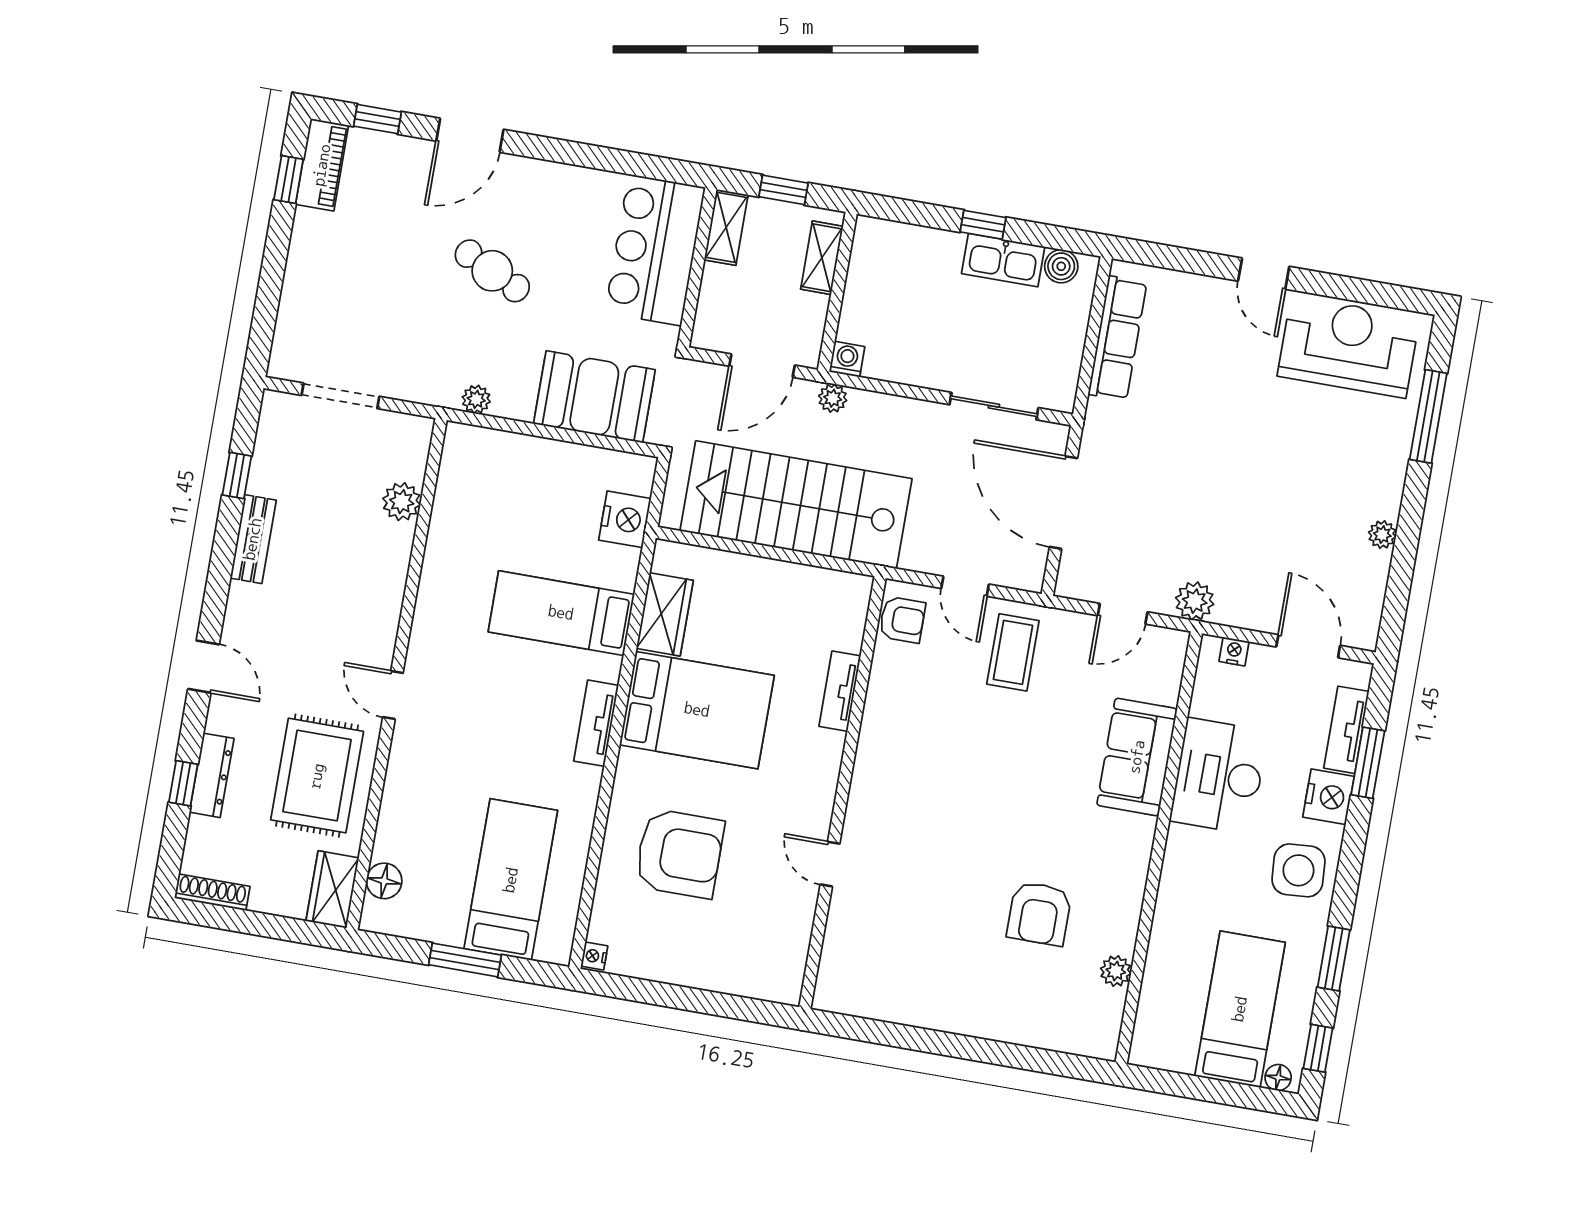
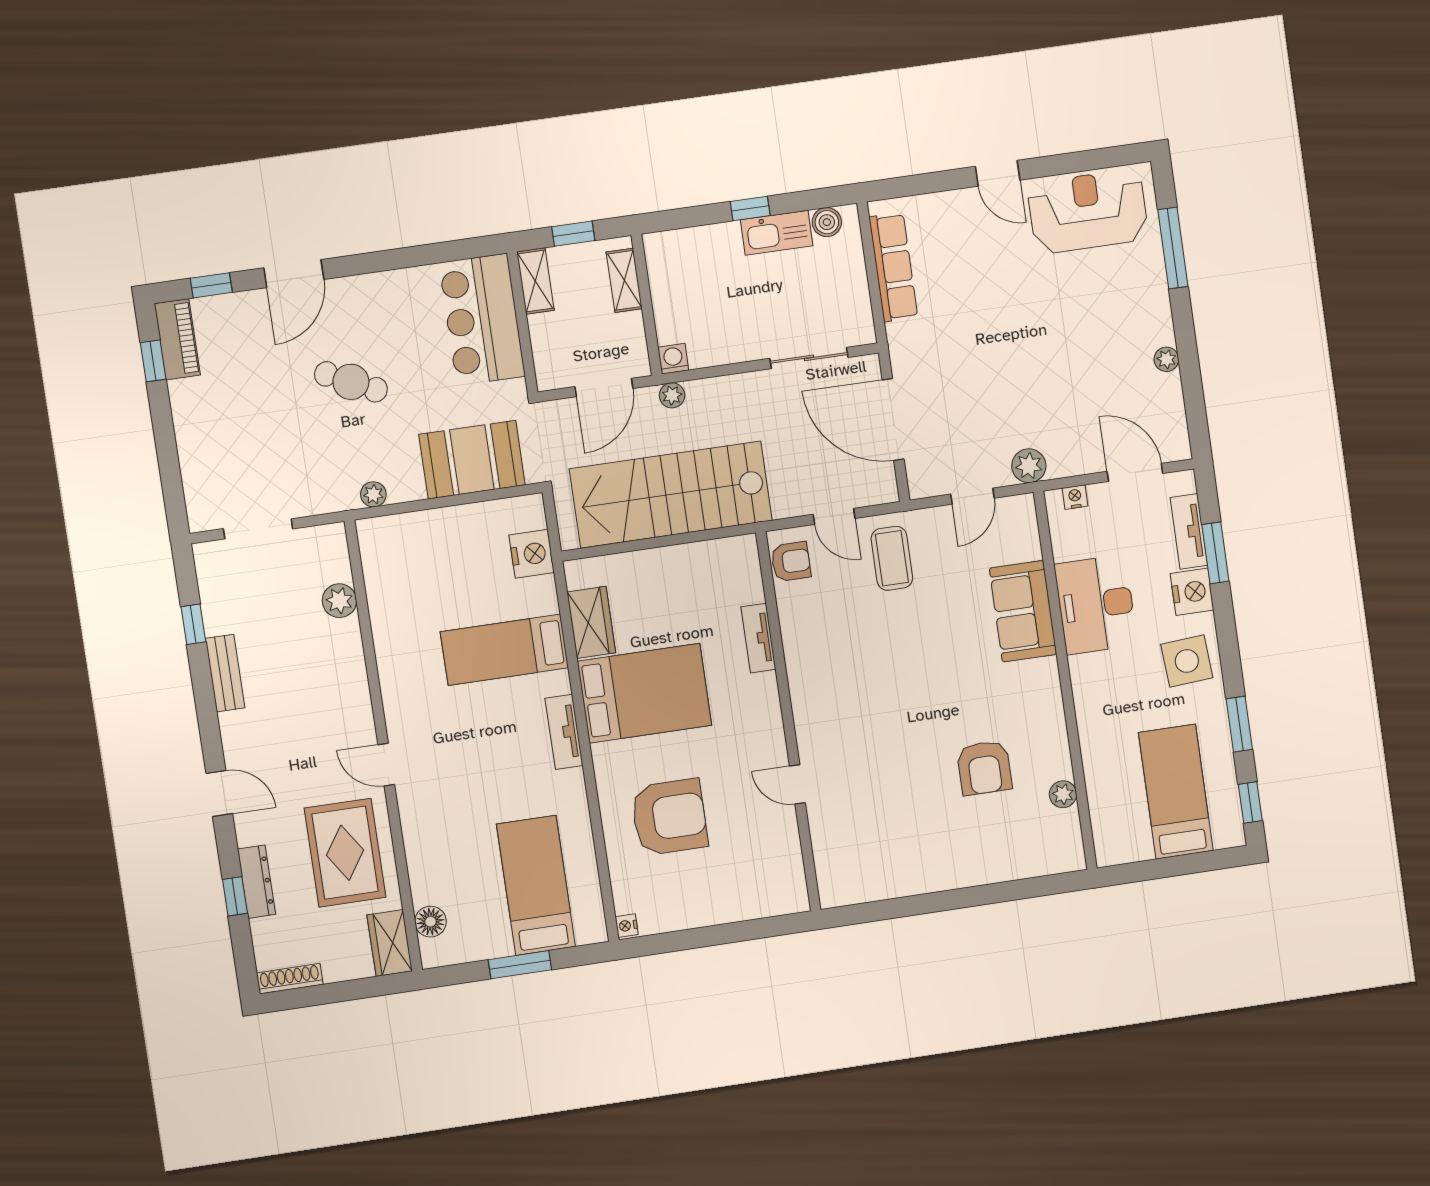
floor lamp: (1278, 1078) -> (1225, 837), removed

